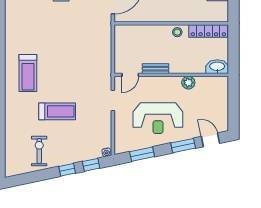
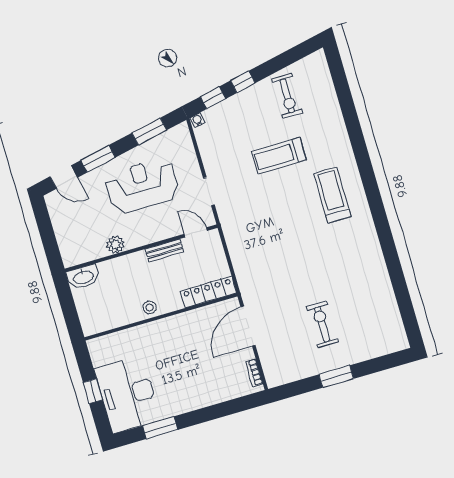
locker: (208, 31) -> (208, 292), moved
door: (130, 75) -> (196, 232), hinge flipped

